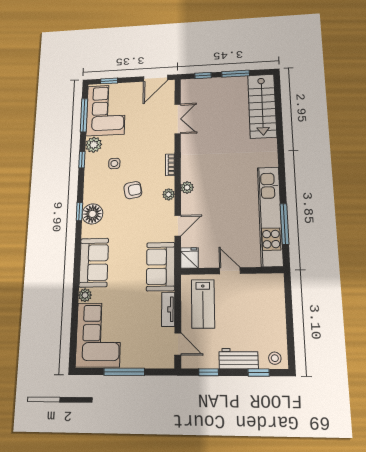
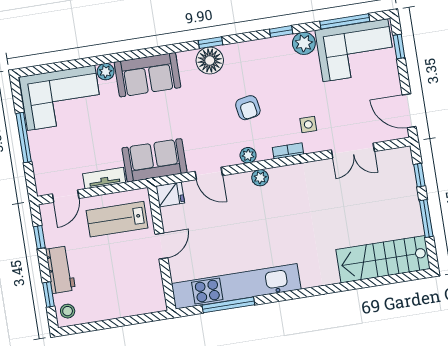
side table: (114, 163) -> (308, 124), moved

